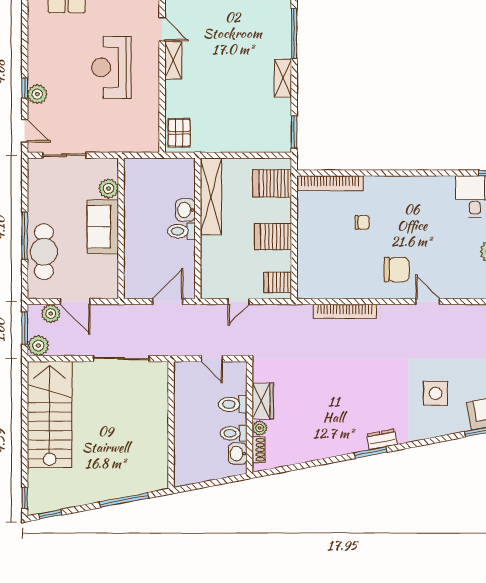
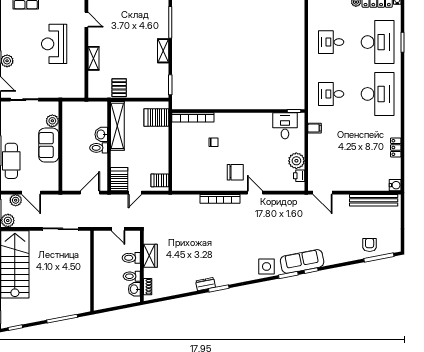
shelving: (173, 60) -> (93, 58), moved
pallet: (179, 133) -> (119, 88), moved
server rack: (273, 237) -> (119, 179), moved, turned 90
bookcase: (345, 311) -> (220, 199), moved
side table: (436, 393) -> (267, 266), moved
plant: (260, 428) -> (148, 273), removed
dresser: (382, 439) -> (205, 284), moved

